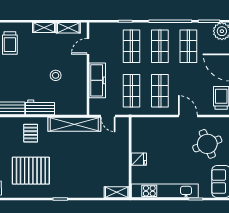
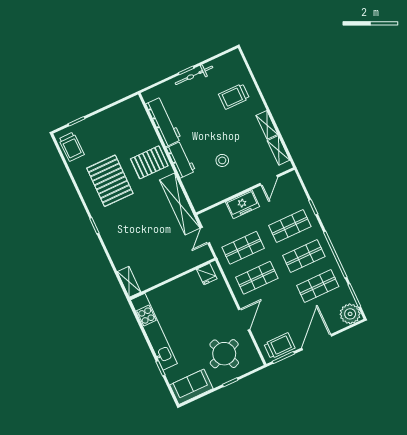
door: (88, 46) -> (269, 180), swing flipped
freezer: (97, 80) -> (243, 204), width x0.71
pallet: (31, 133) -> (149, 162), width x1.50, depth x1.42
fridge: (139, 159) -> (207, 274), moved

